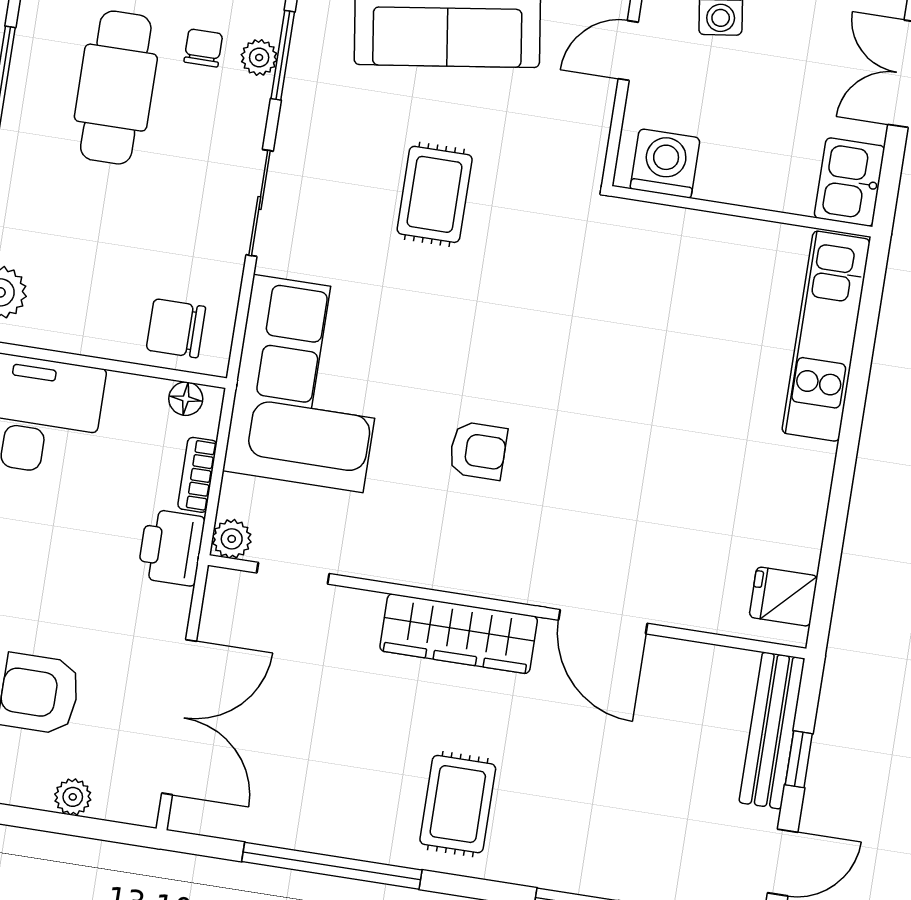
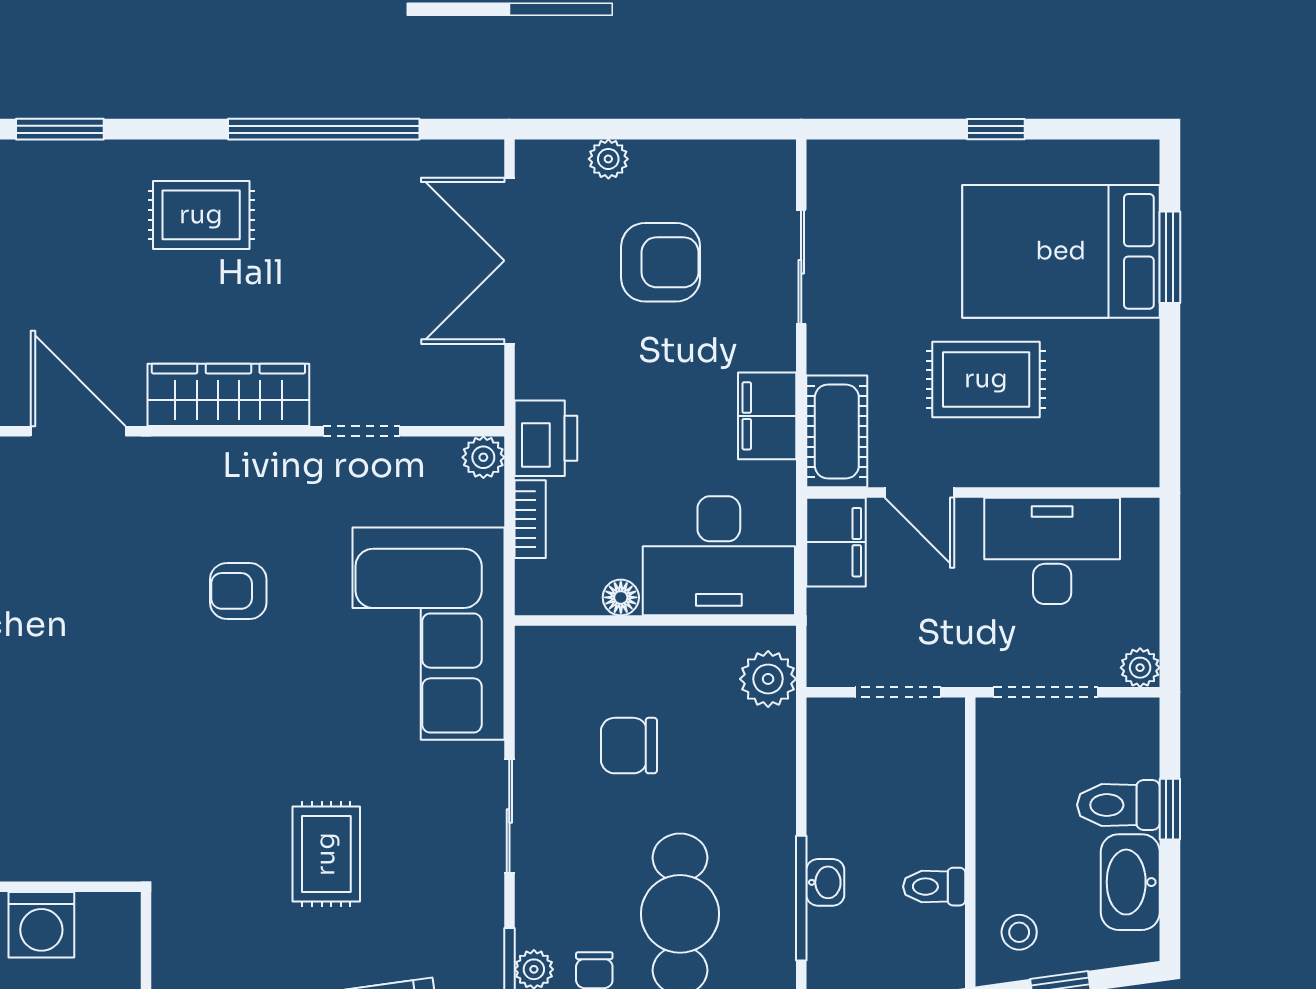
washing machine: (665, 163) -> (41, 925), moved
chair: (176, 328) -> (629, 746), moved, turned 180
floor lamp: (186, 399) -> (621, 597), moved
doorway: (293, 573) -> (362, 431), moved
rug: (458, 804) -> (201, 215), turned 90

